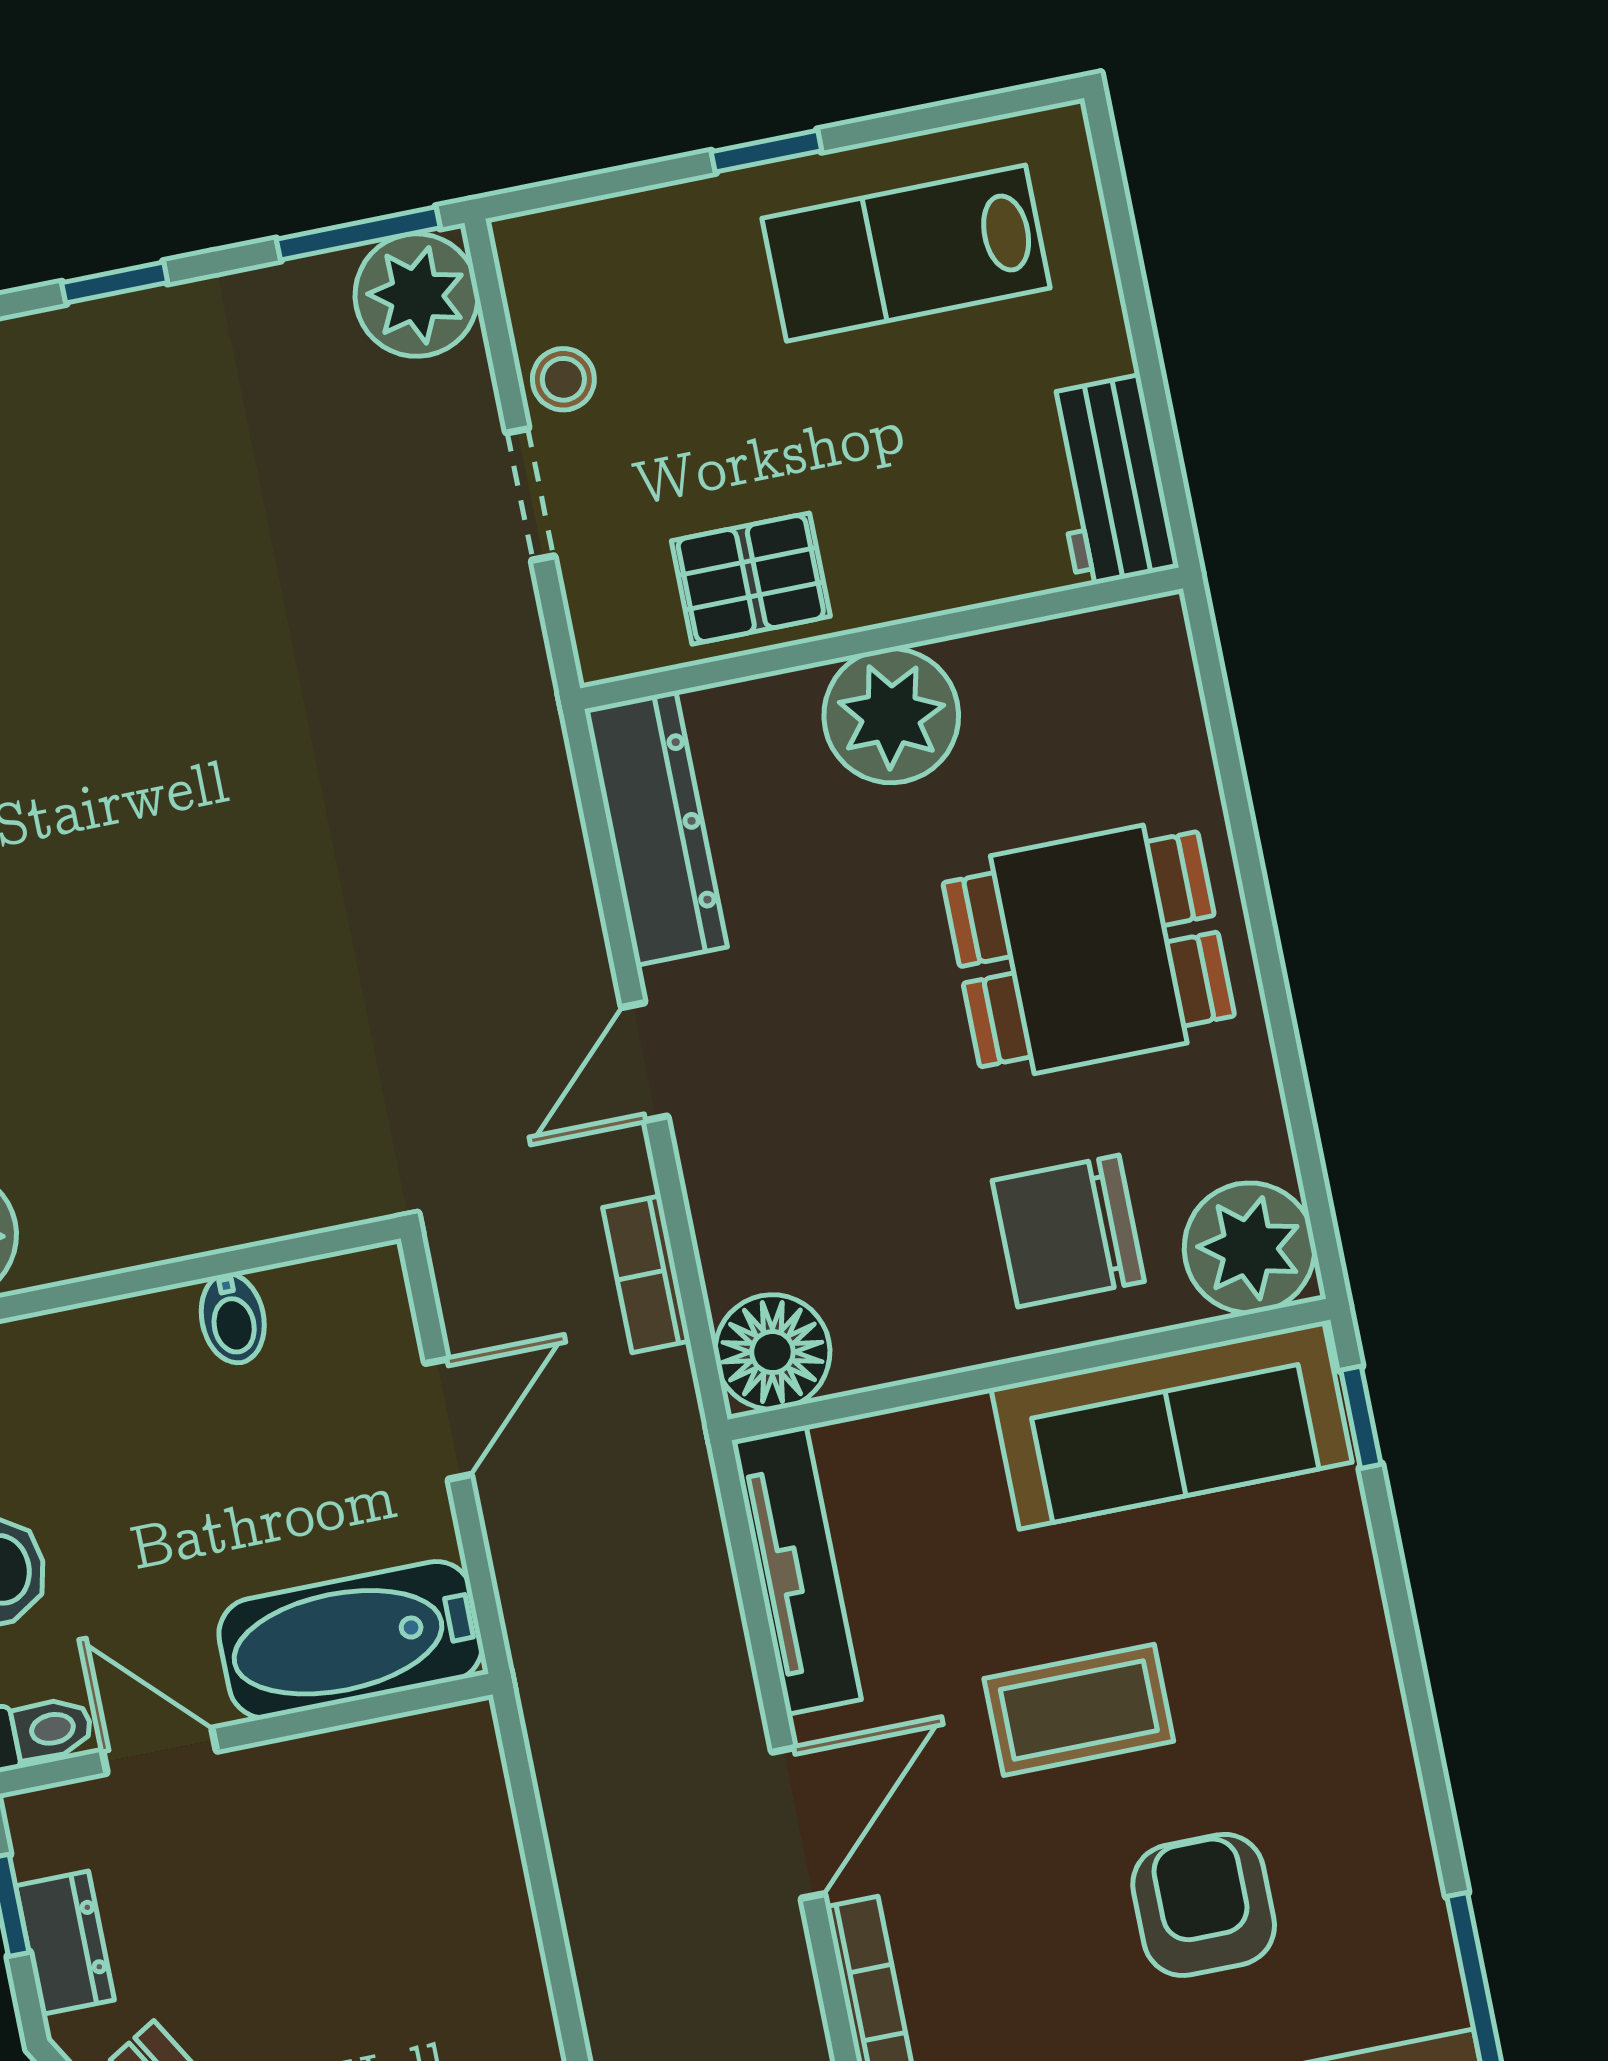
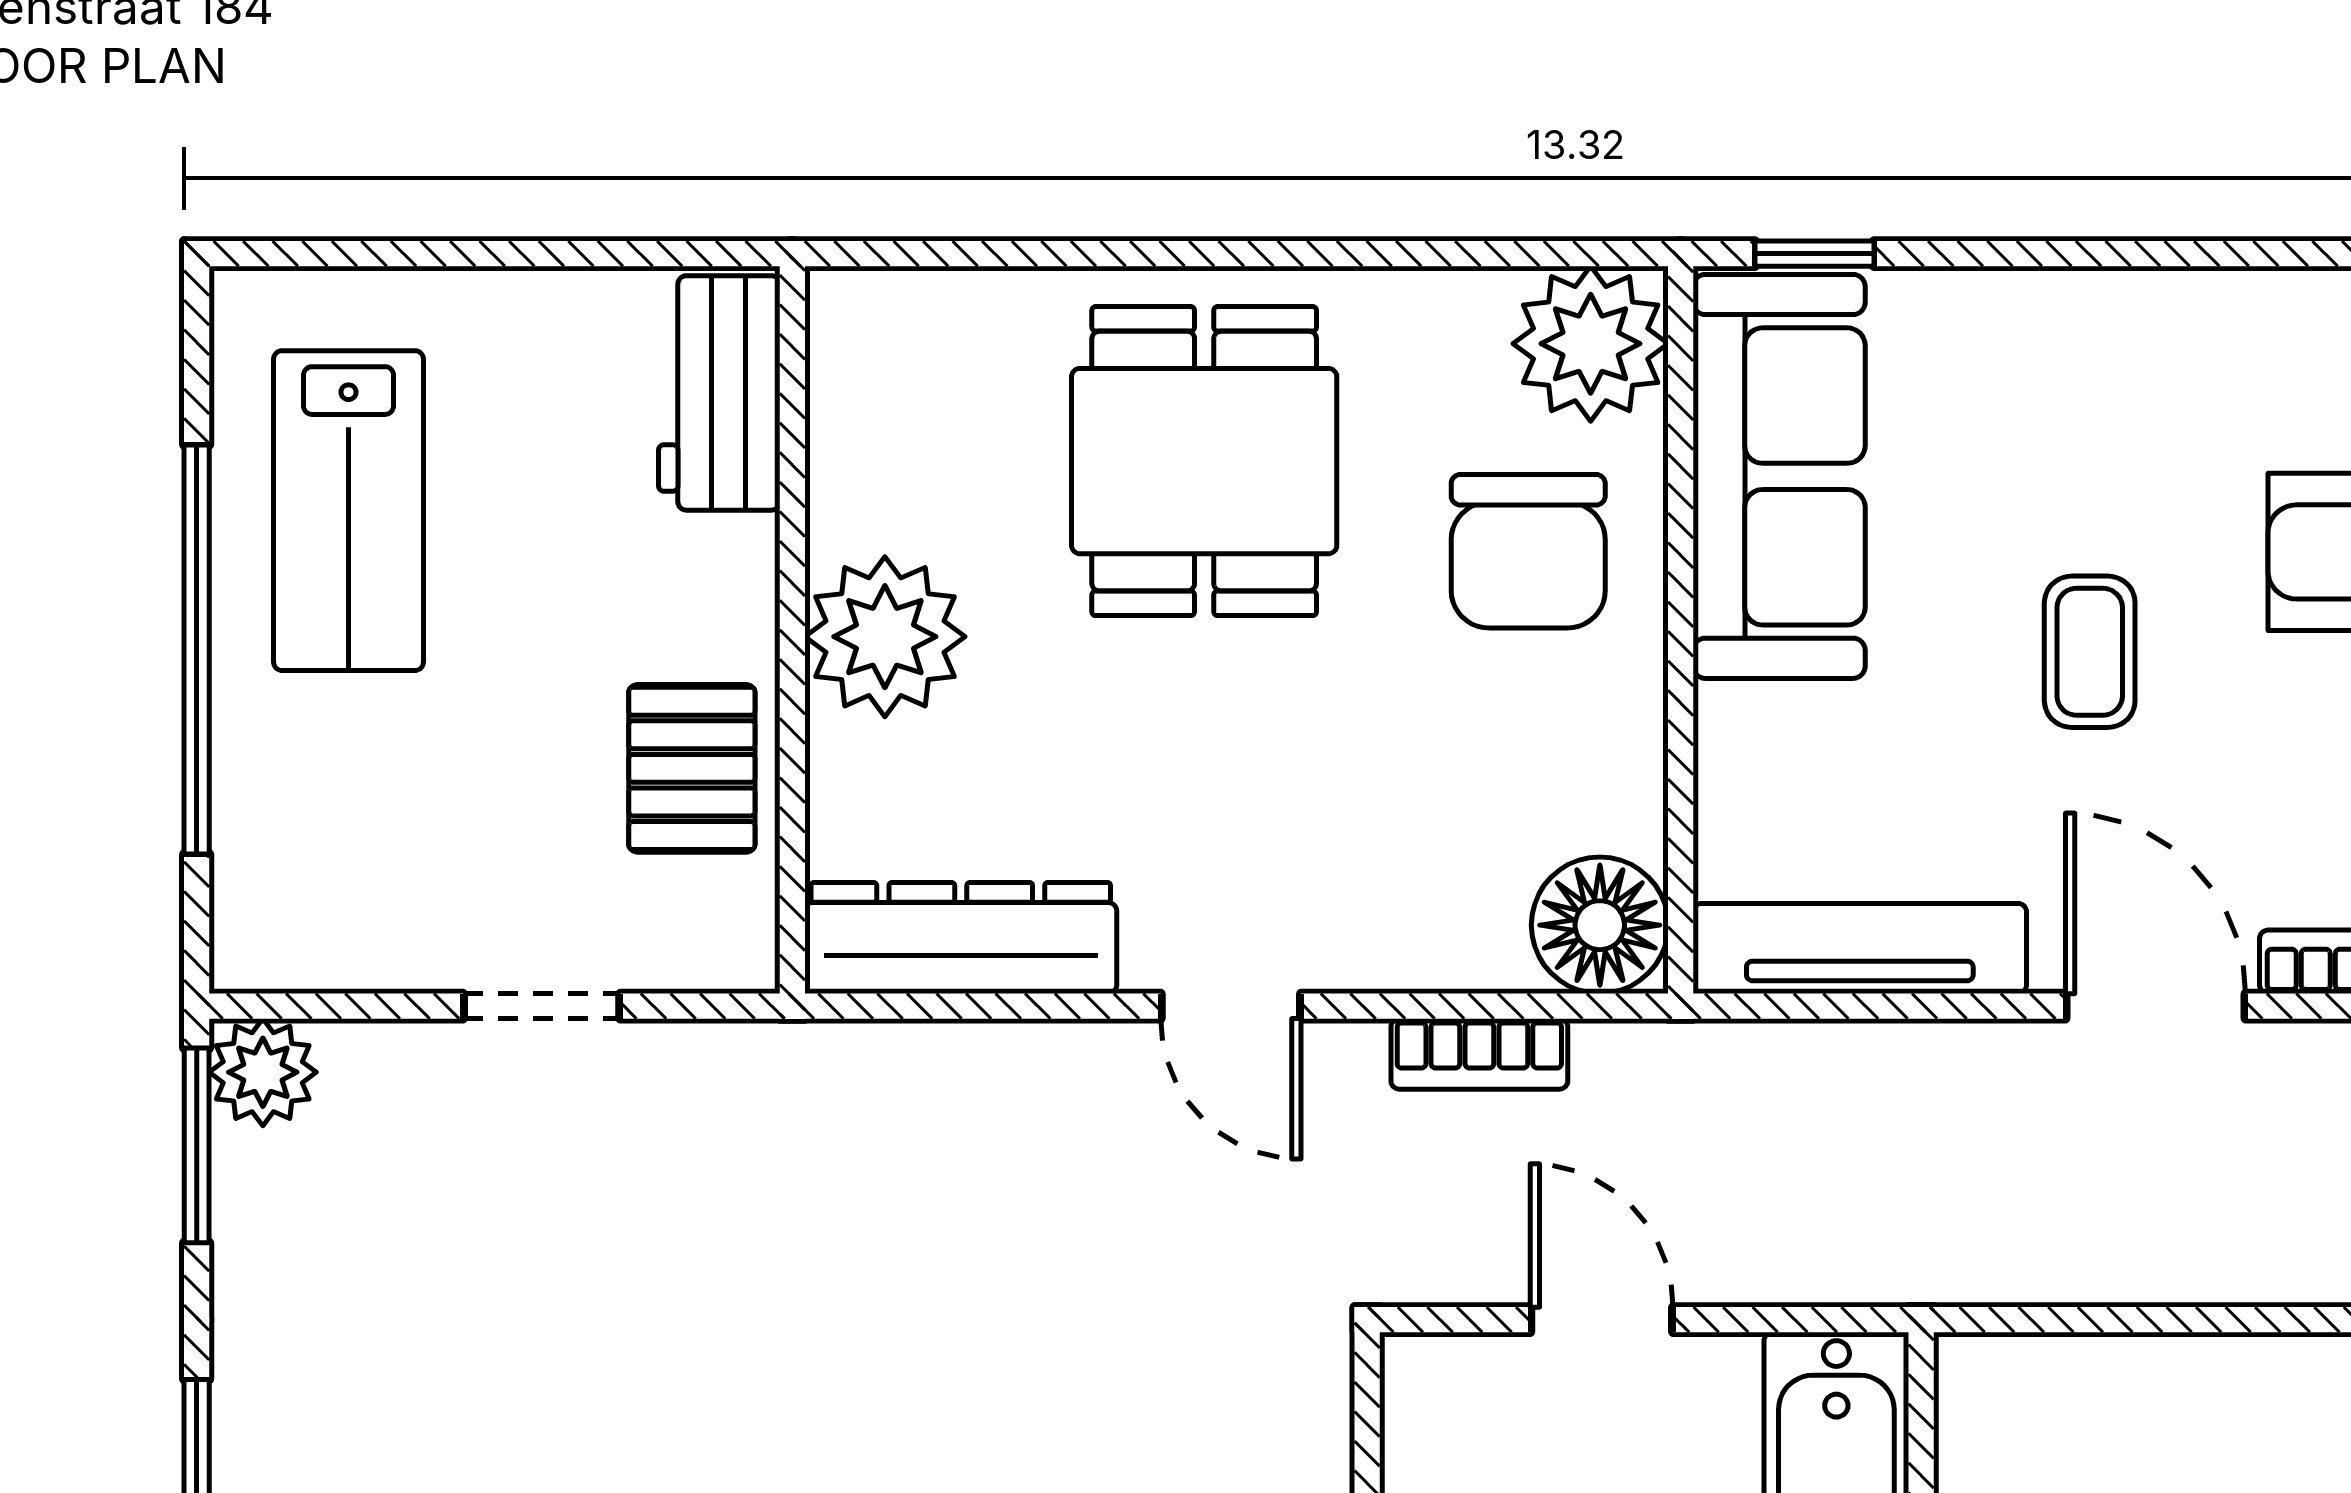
window: (766, 151) -> (197, 649), width x3.17
plant: (417, 295) -> (263, 1072), width x0.73, depth x0.73
stool: (563, 379) -> (415, 940), removed
workbench: (1109, 481) -> (719, 393), moved, turned 90
coffee table: (1079, 1710) -> (2090, 652), width x0.73, depth x0.77

